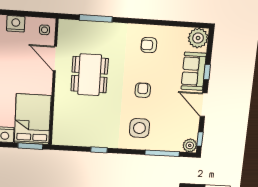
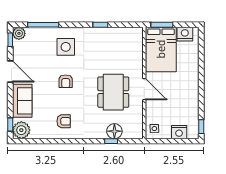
window: (96, 18) -> (111, 141), width x0.46
floor lamp: (91, 30) -> (114, 131), added
door: (55, 59) -> (144, 89), moved
window: (207, 72) -> (10, 125), moved

